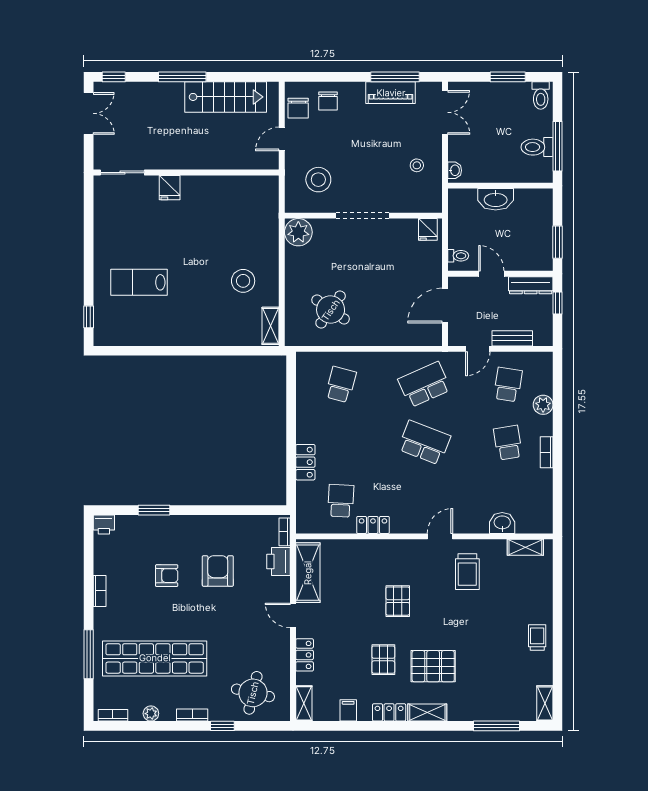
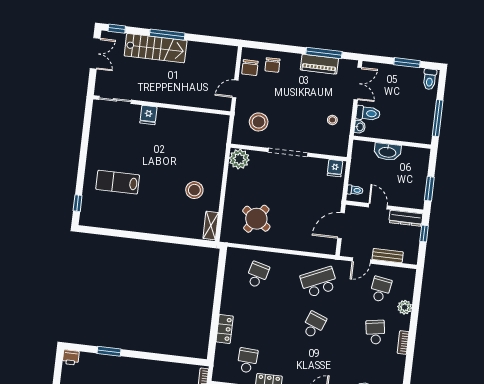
stairs: (226, 97) -> (156, 48), moved
toilet: (537, 147) -> (368, 113), moved, turned 180
school desk: (424, 443) -> (314, 325), width x0.54

